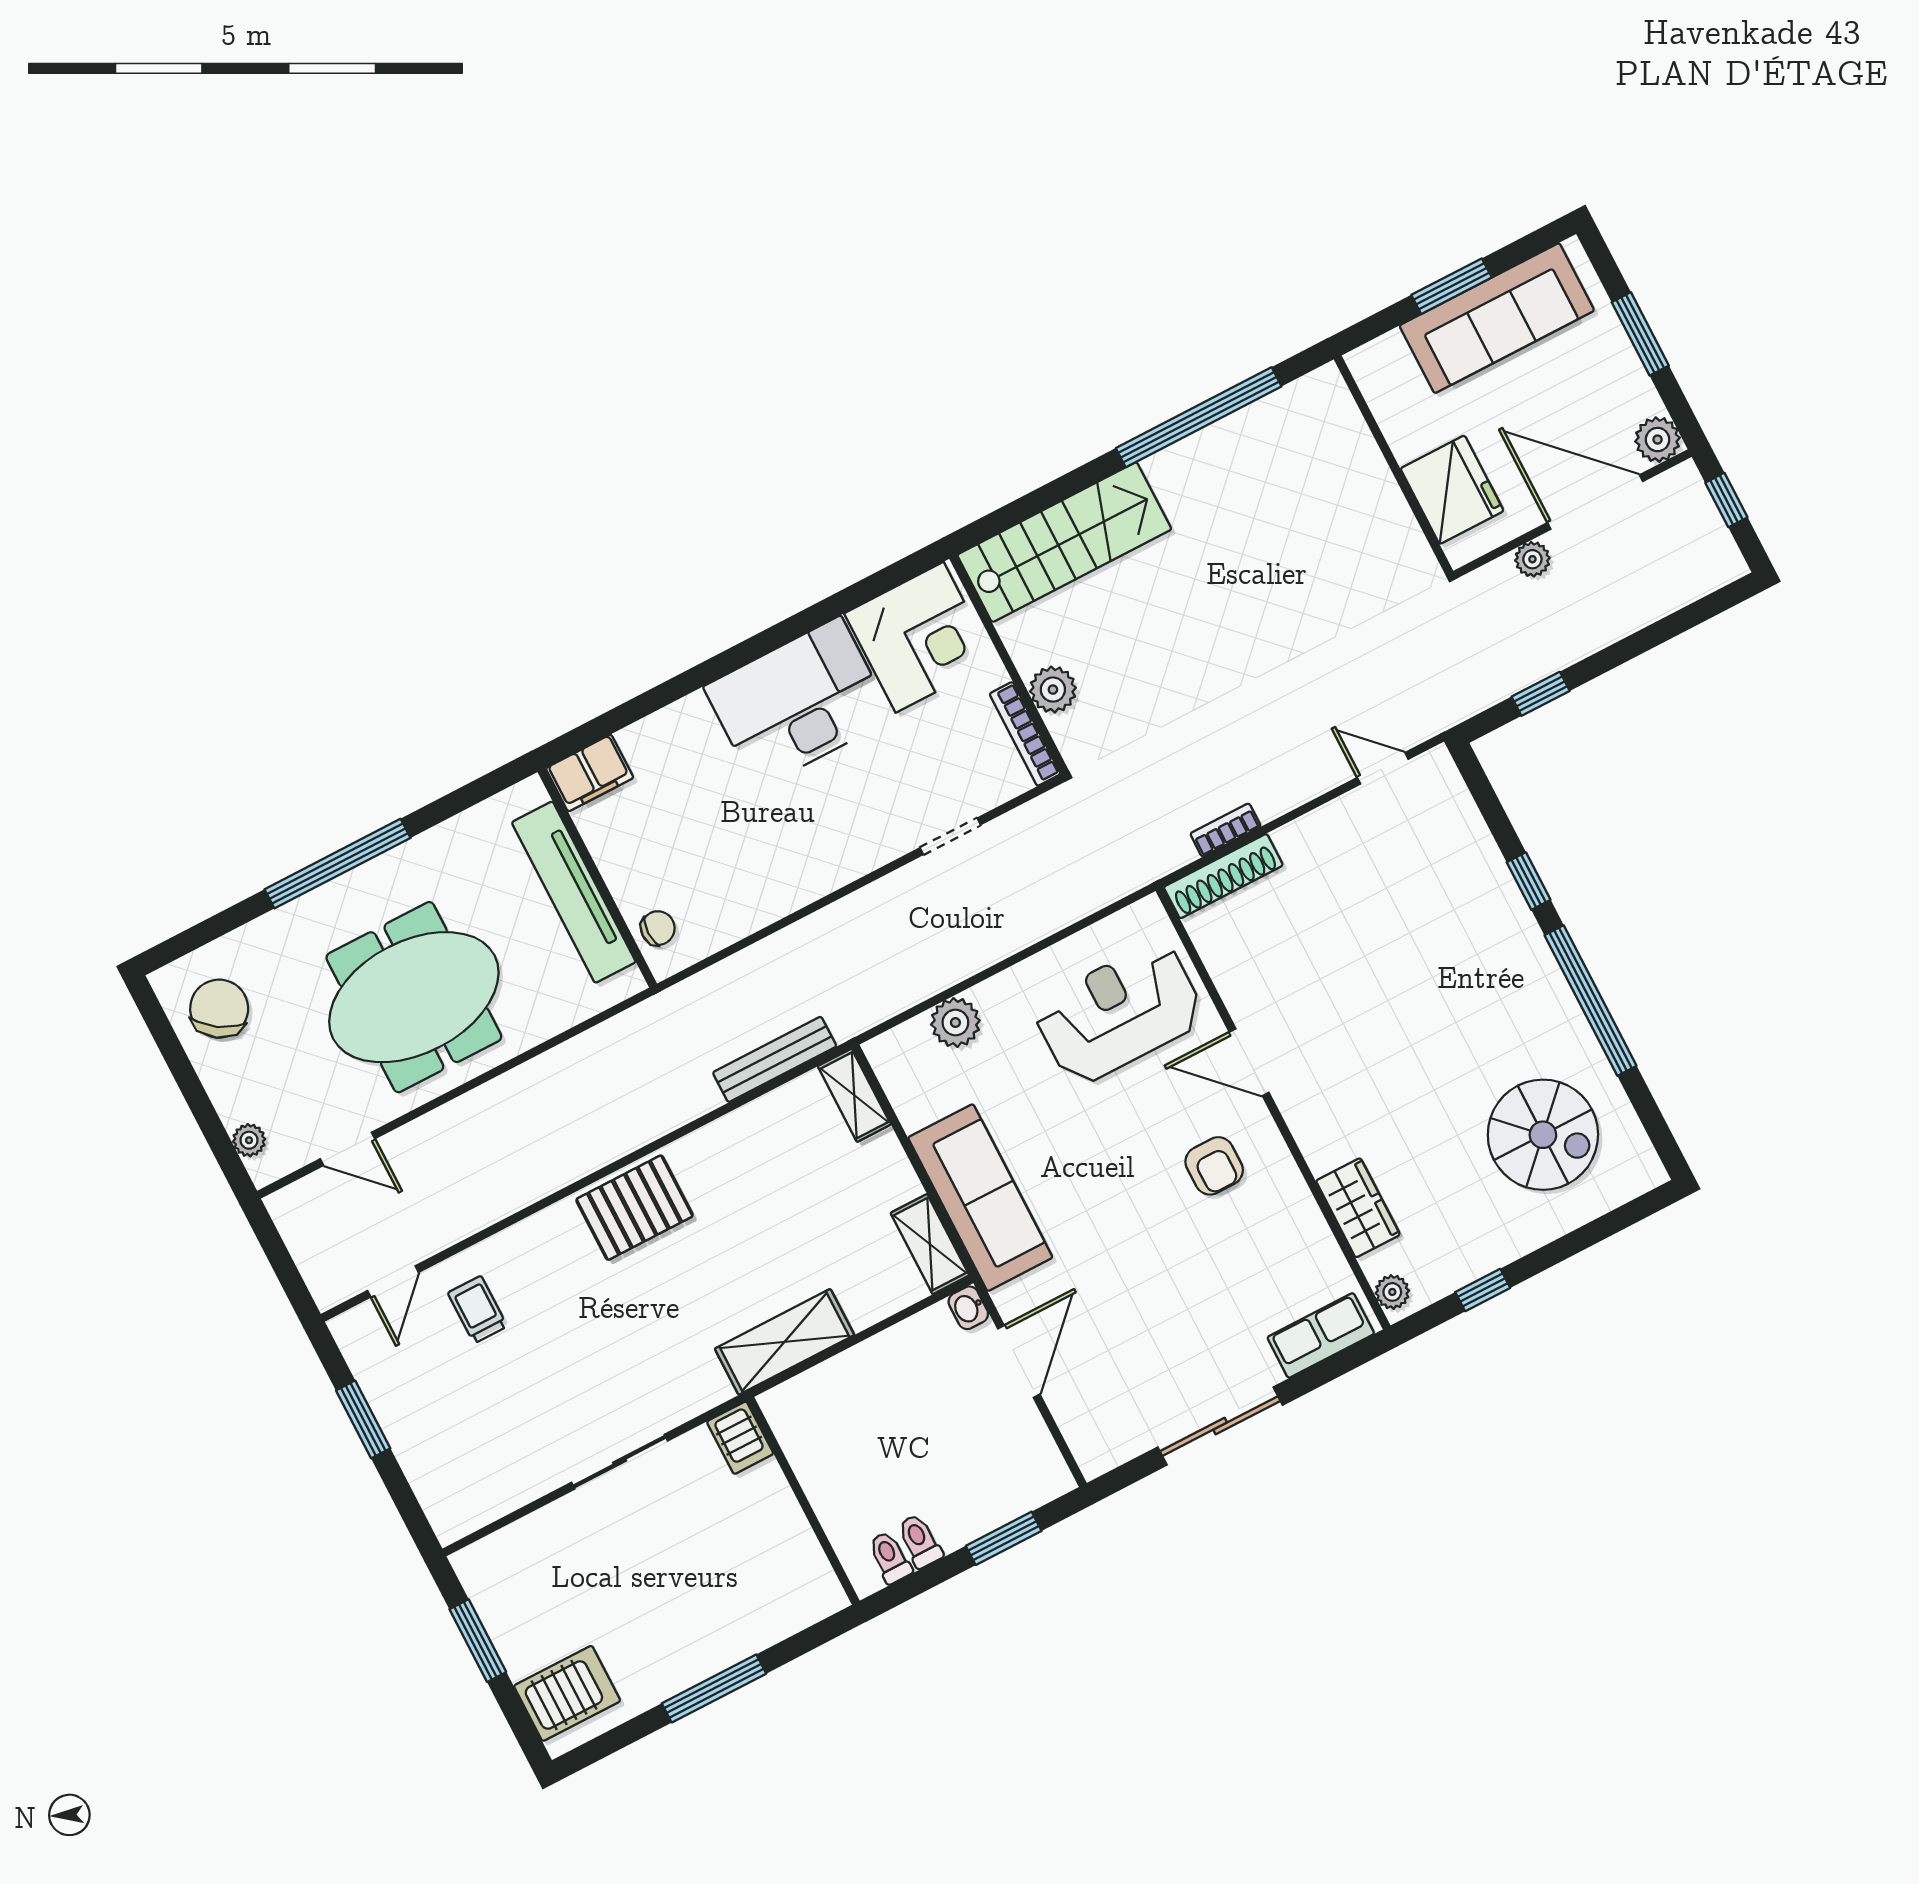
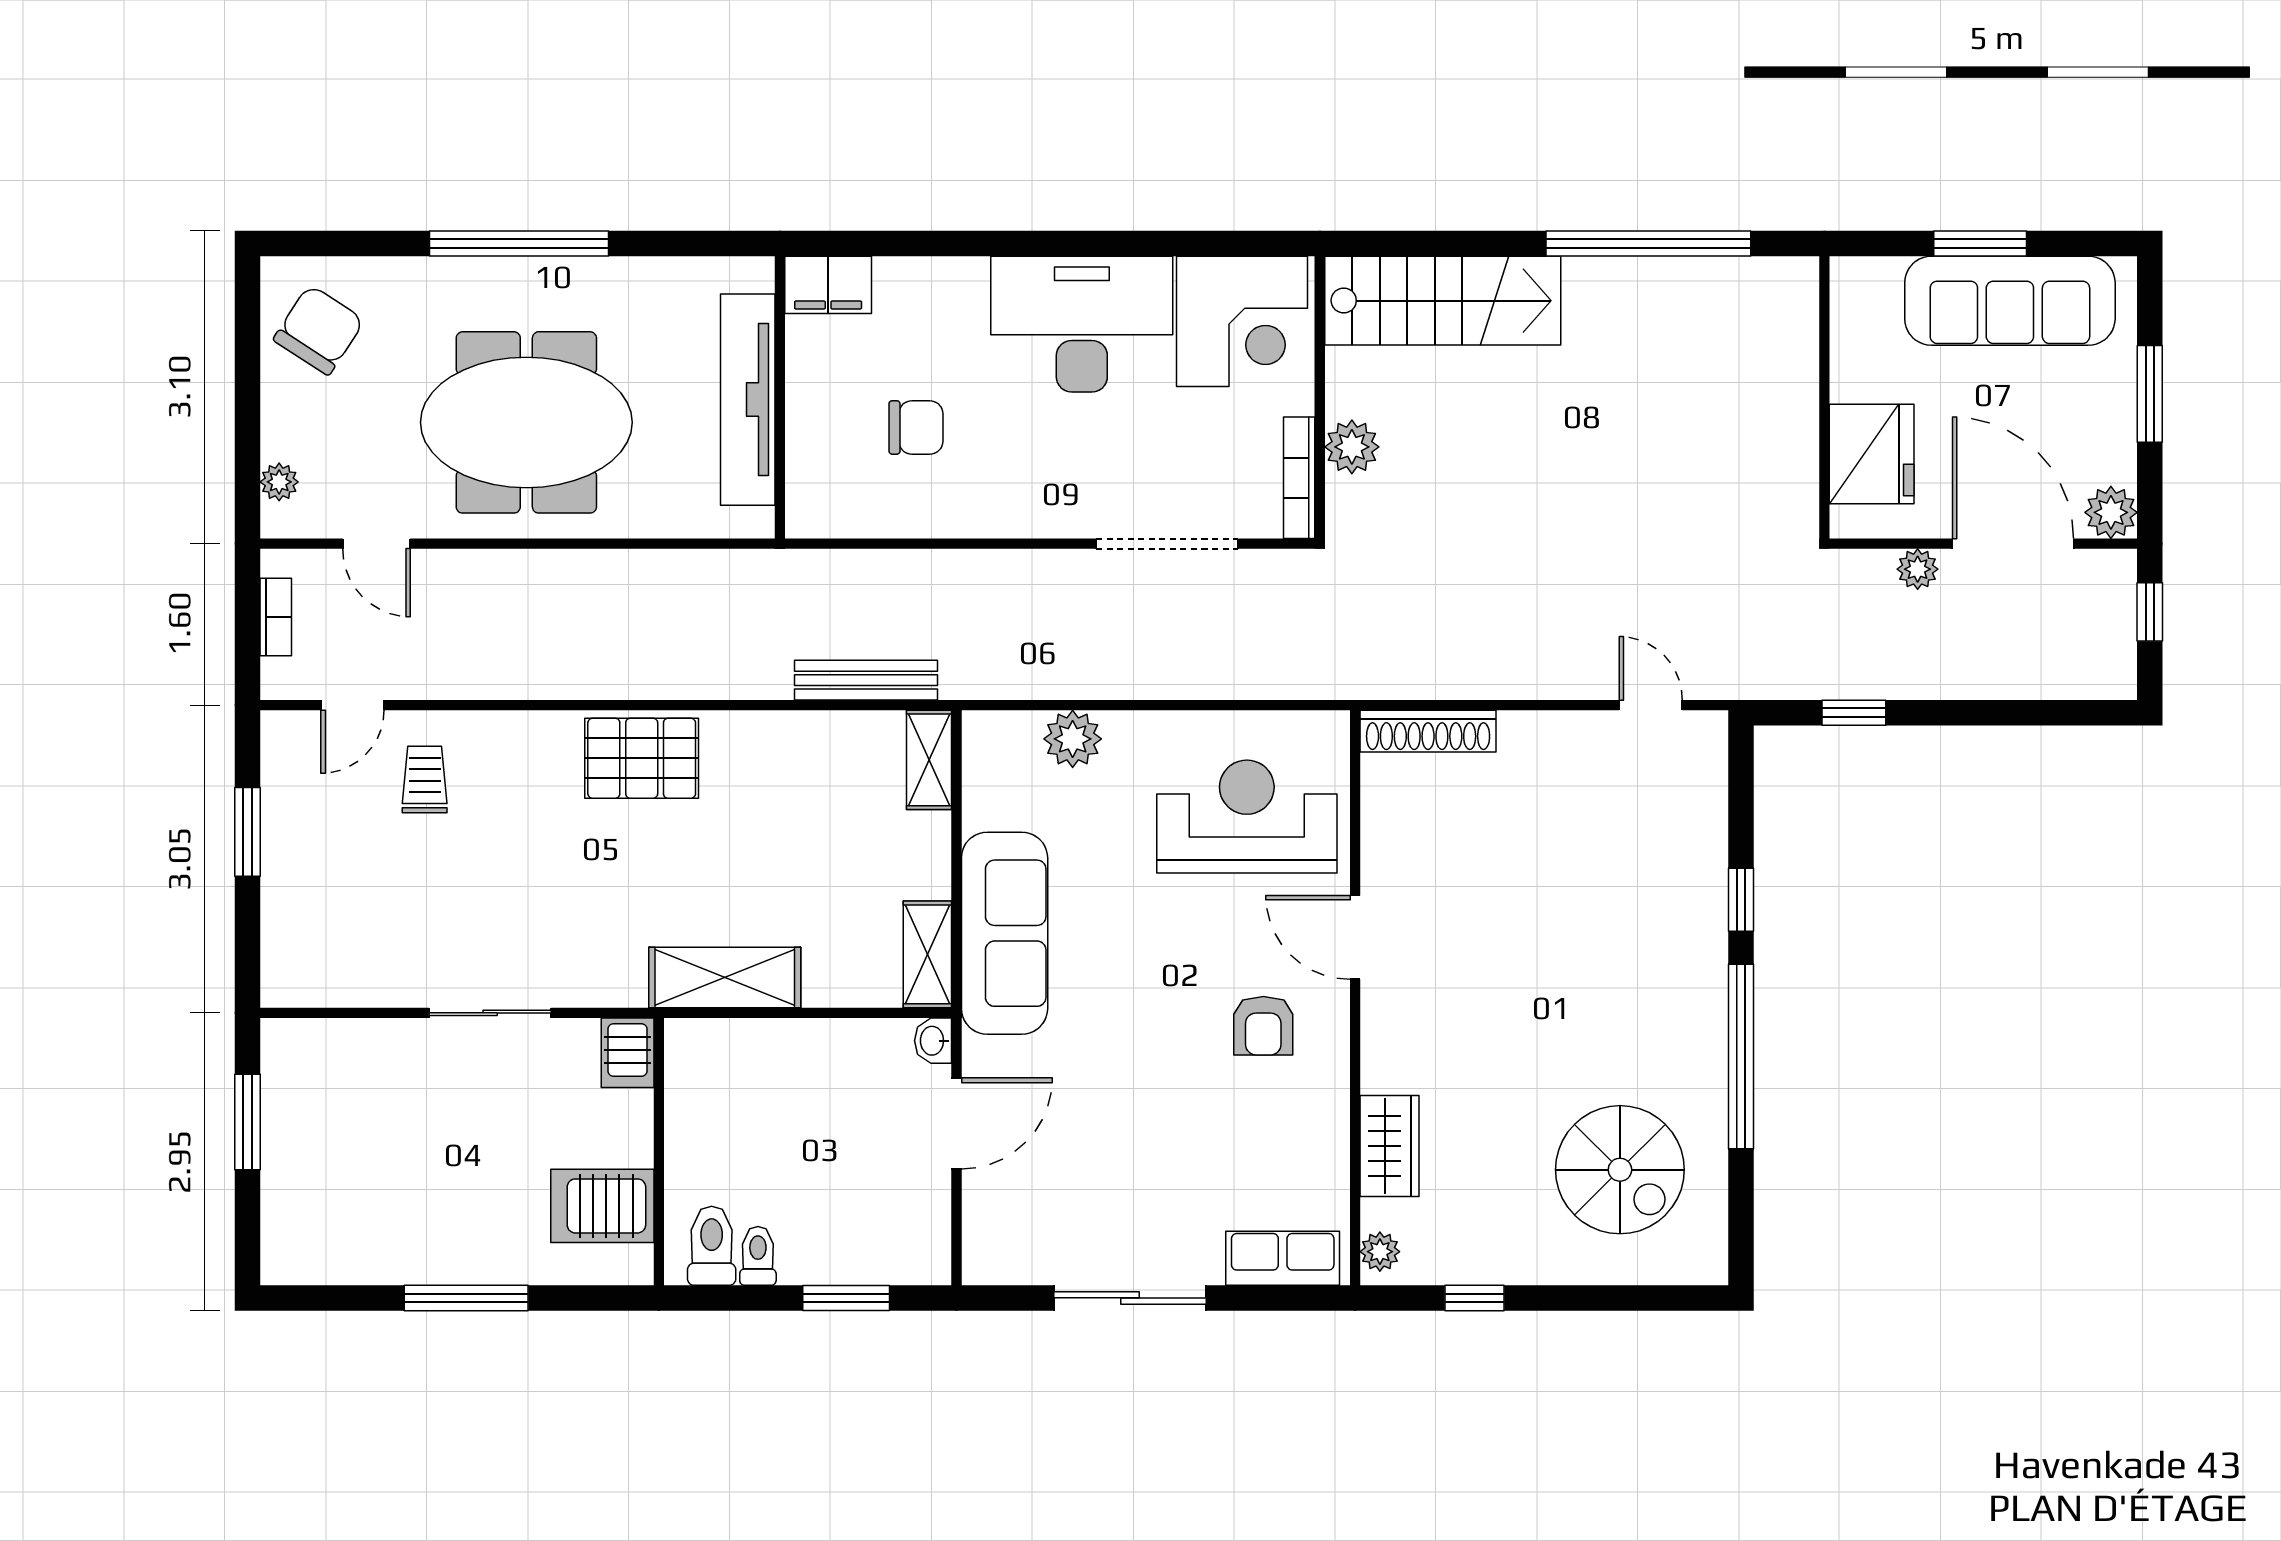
bookcase: (1226, 830) -> (276, 617), moved, turned 90
doorway: (950, 836) -> (1167, 544), width x1.88
chair: (658, 928) -> (916, 427), moved, width x1.37, depth x1.37
toilet: (890, 1557) -> (712, 1246), width x1.37, depth x1.39
server rack: (567, 1693) -> (602, 1206), moved, turned 180

